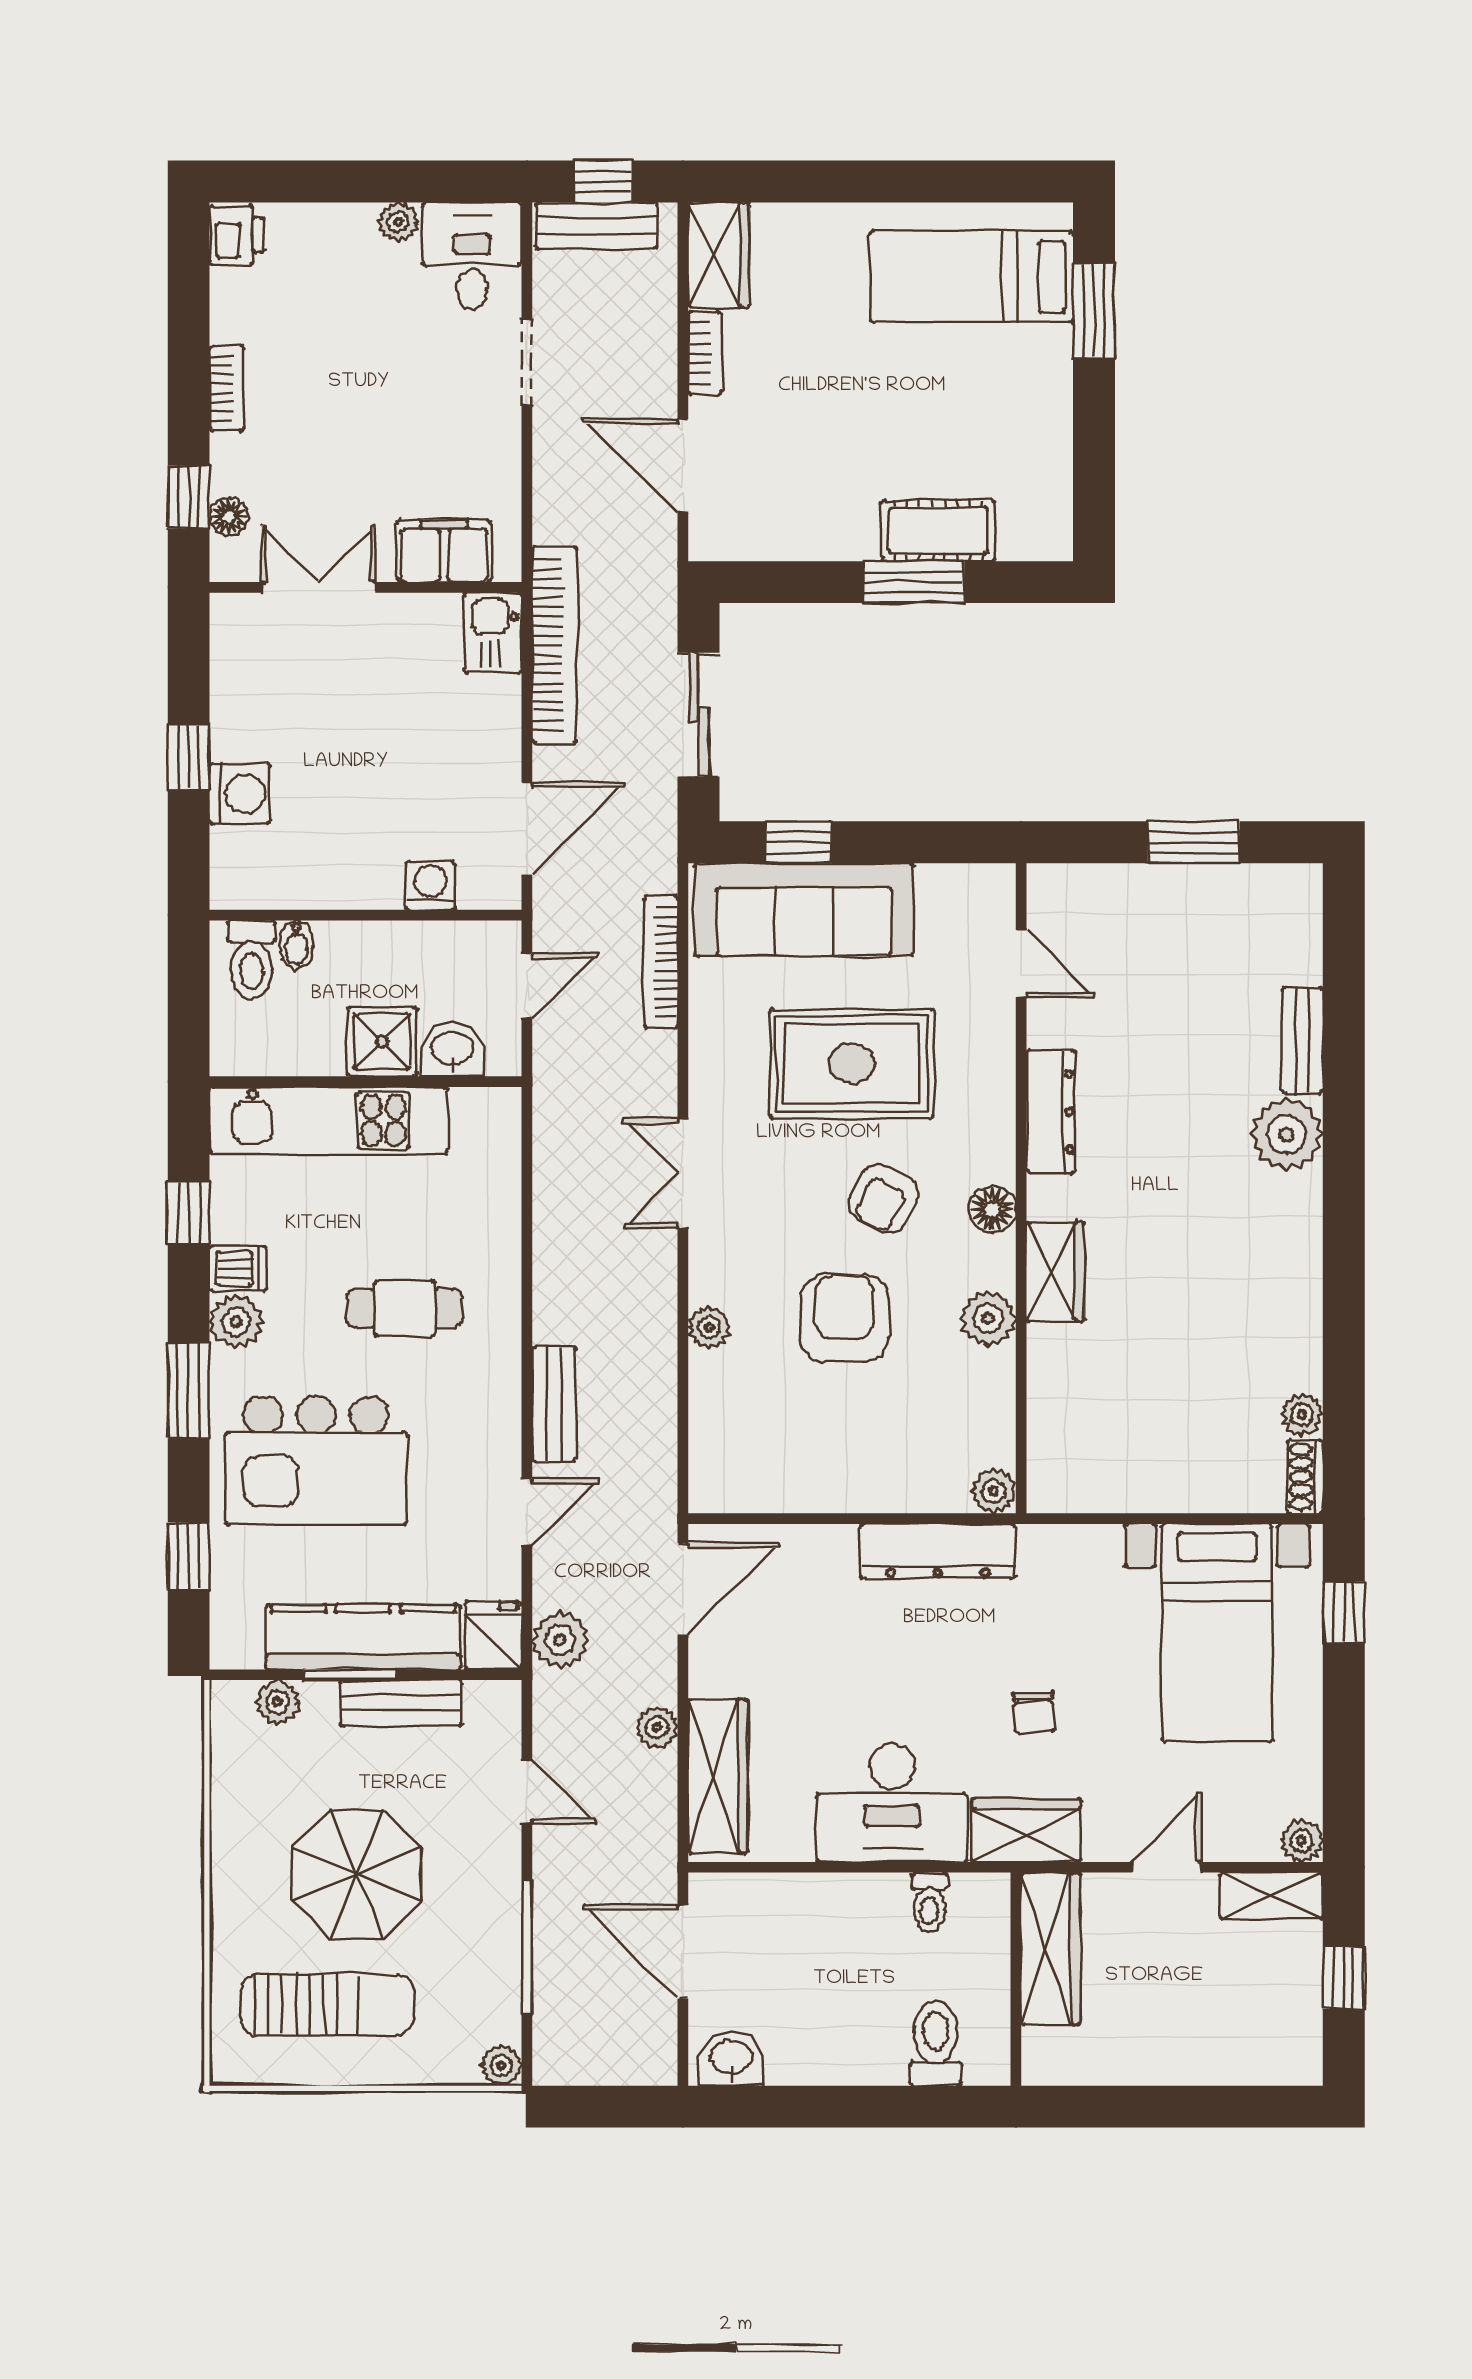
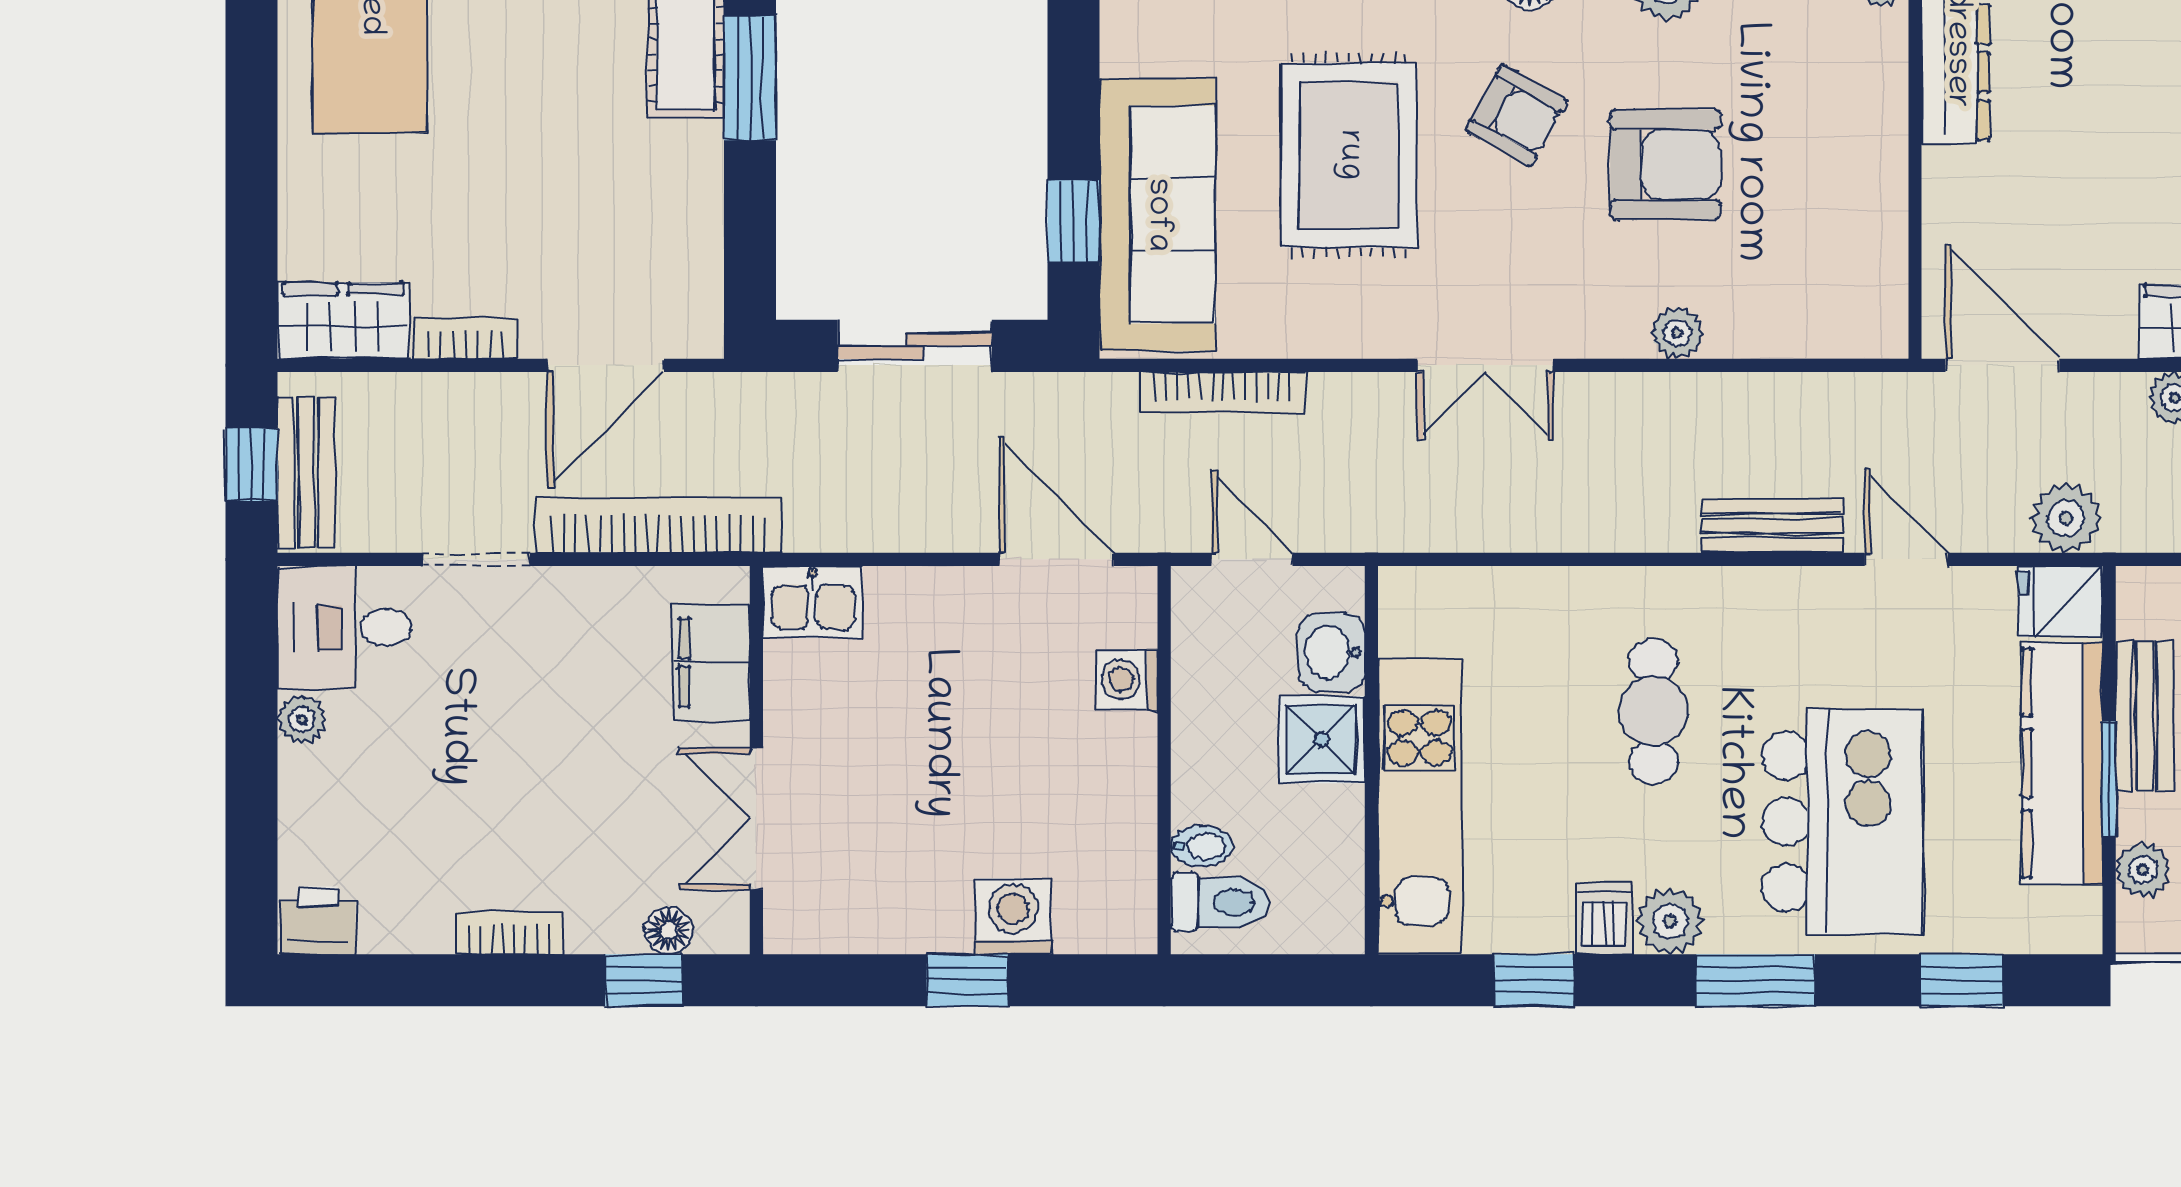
bookcase: (554, 645) -> (659, 525), moved
armchair: (844, 1318) -> (1665, 165), turned 180

